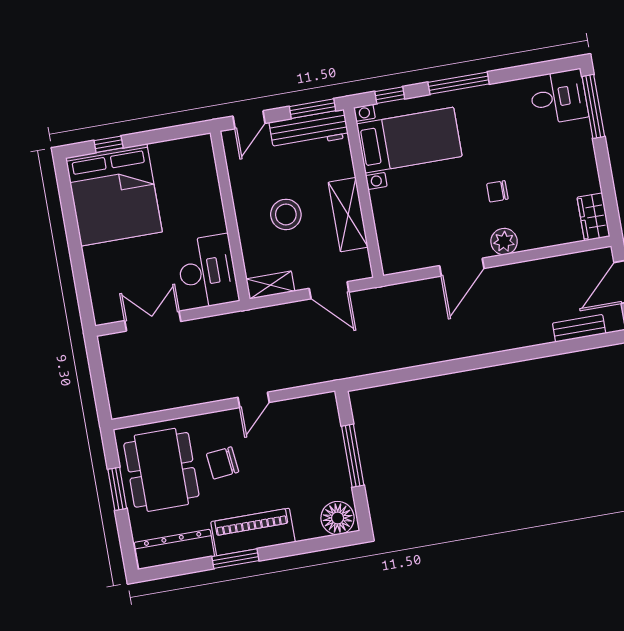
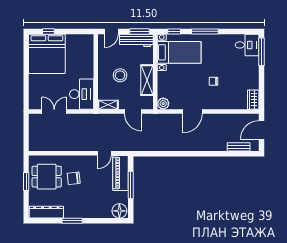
plant: (504, 242) -> (163, 104), moved
door: (254, 400) -> (104, 153), moved
dining table: (161, 470) -> (47, 177), width x0.73
piano: (253, 532) -> (120, 173), moved, turned -90

